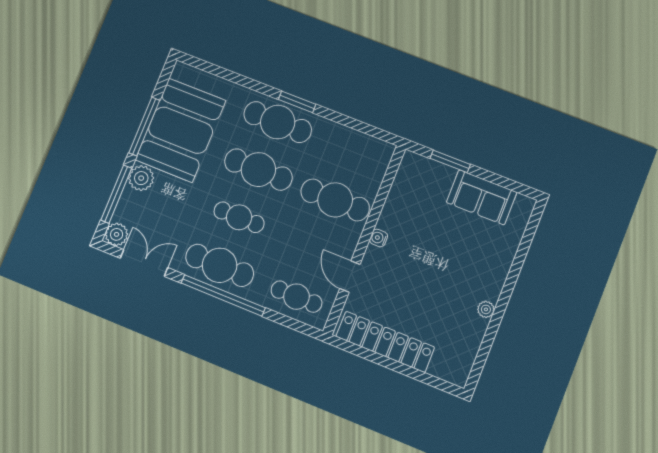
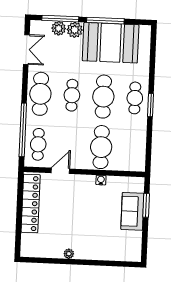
cafe table: (278, 122) -> (135, 98), width x0.73, depth x0.74
sofa: (482, 197) -> (132, 211), moved
plant: (117, 234) -> (59, 28), moved
water cooler: (379, 238) -> (101, 180), moved
window: (223, 295) -> (23, 130), moved

